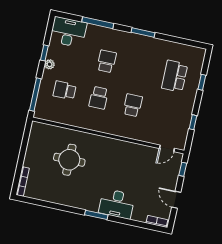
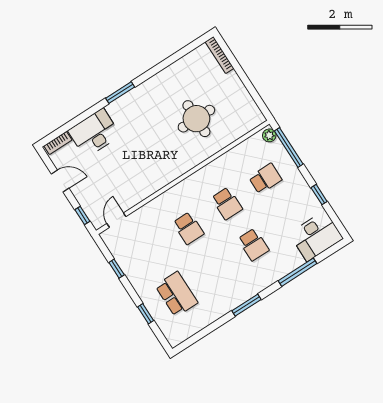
plant: (49, 64) -> (269, 135), moved
school desk: (99, 98) -> (227, 203), turned 180
desk: (117, 204) -> (94, 133), moved

